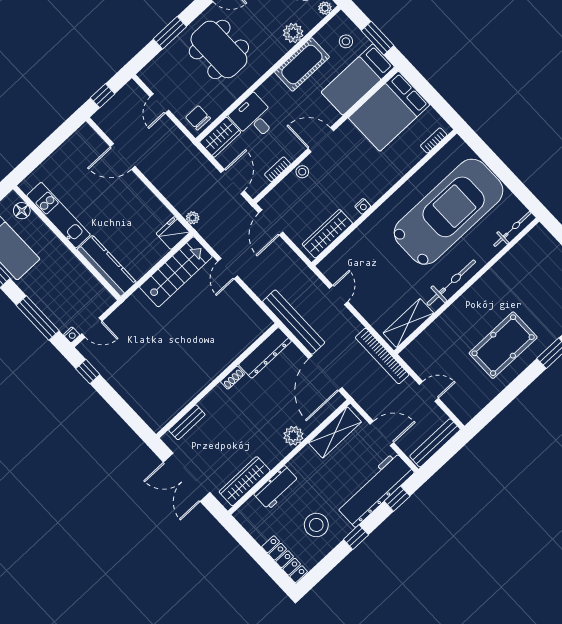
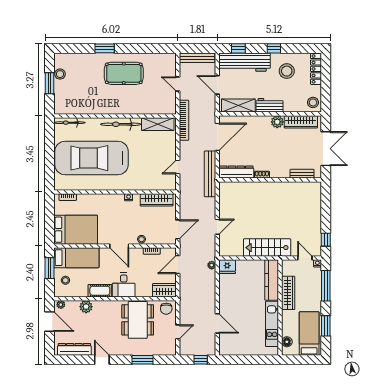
dining table: (219, 49) -> (138, 320), moved
cot: (302, 64) -> (100, 291), width x0.73, depth x0.75
desk: (254, 117) -> (124, 285), moved
wardrobe: (73, 269) -> (288, 293), added
stairs: (176, 272) -> (267, 248), moved
plant: (293, 436) -> (277, 122), moved
workbench: (276, 488) -> (269, 105), moved
stool: (252, 517) -> (313, 102), added

